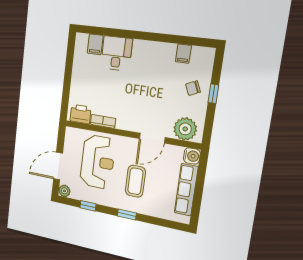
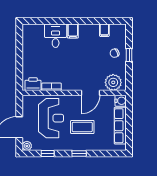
filing cabinet: (95, 44) -> (73, 31), moved
coffee table: (135, 181) -> (82, 127), turned 90

